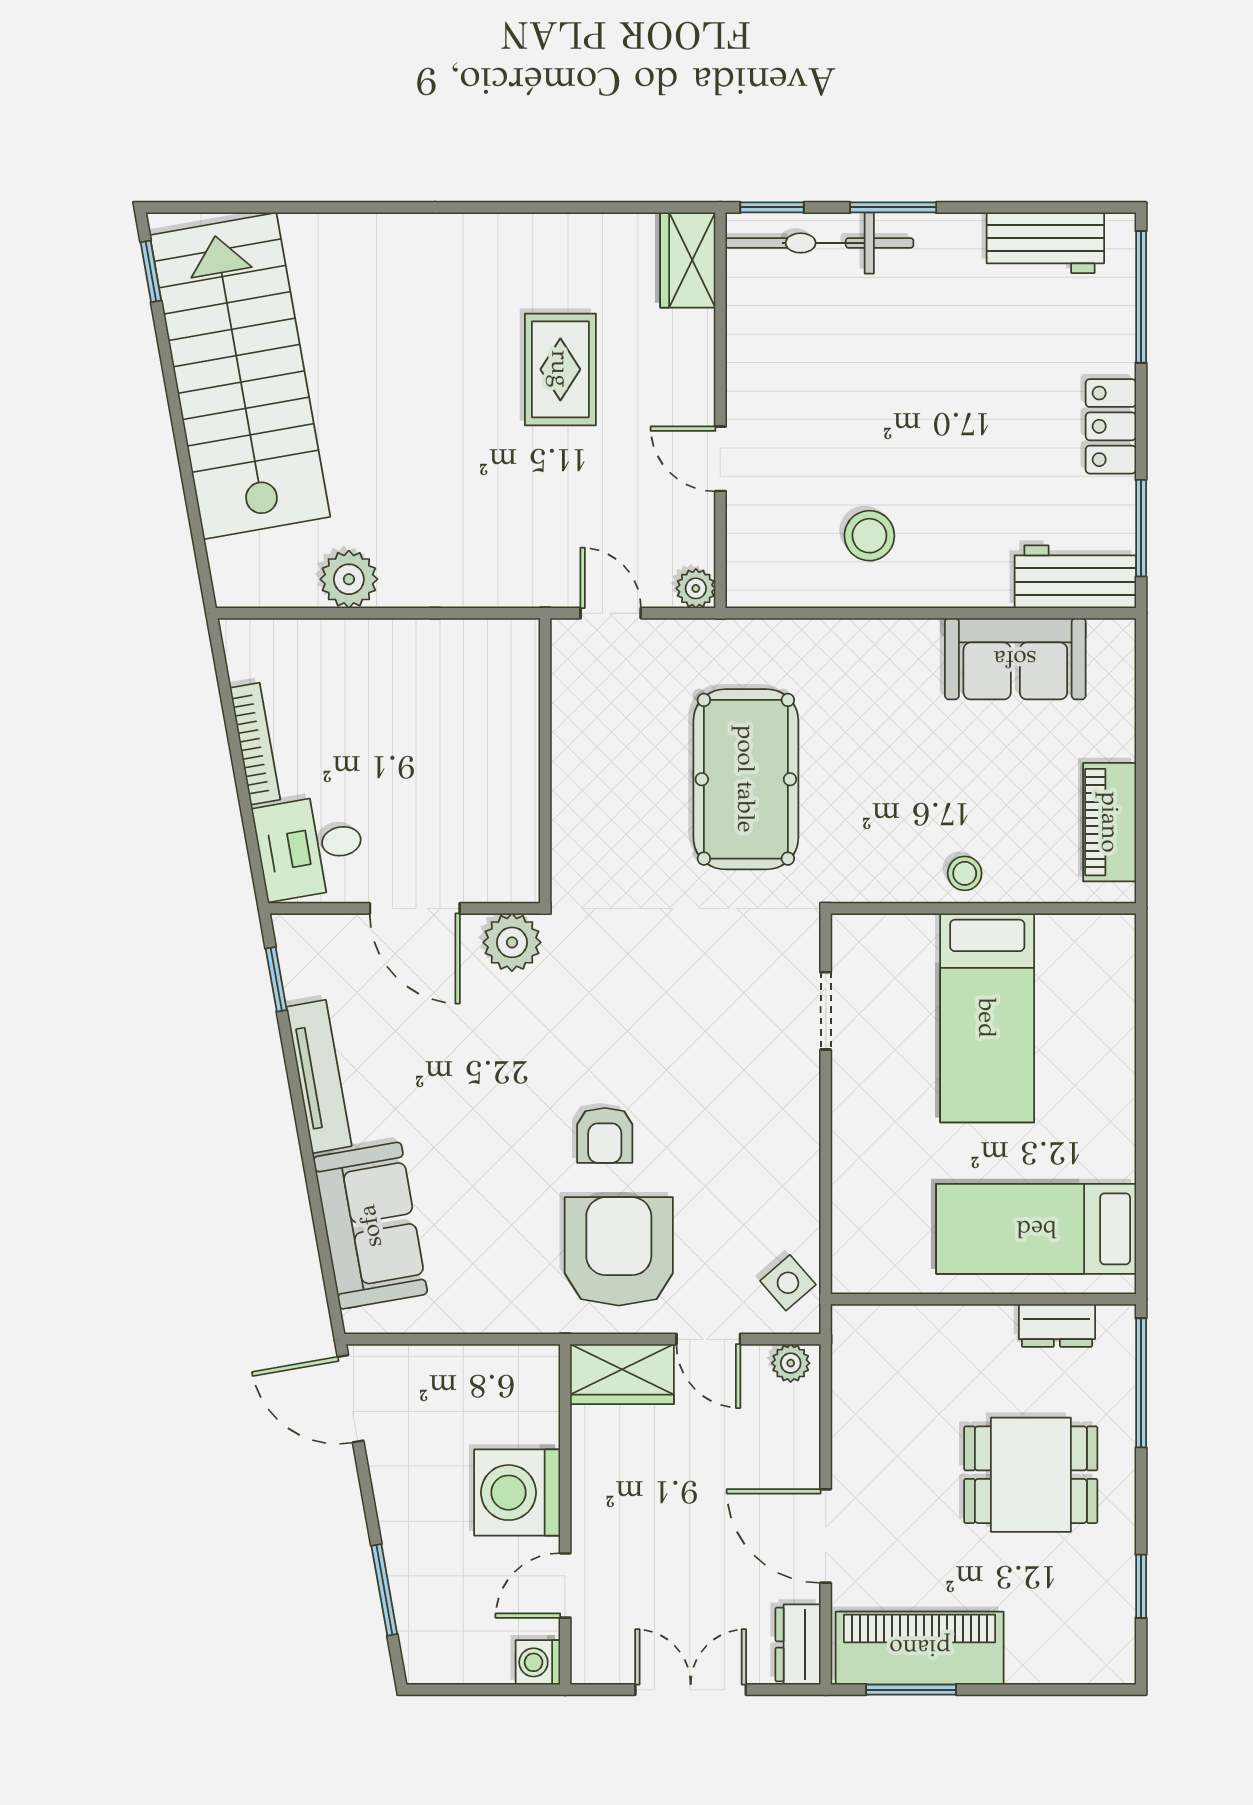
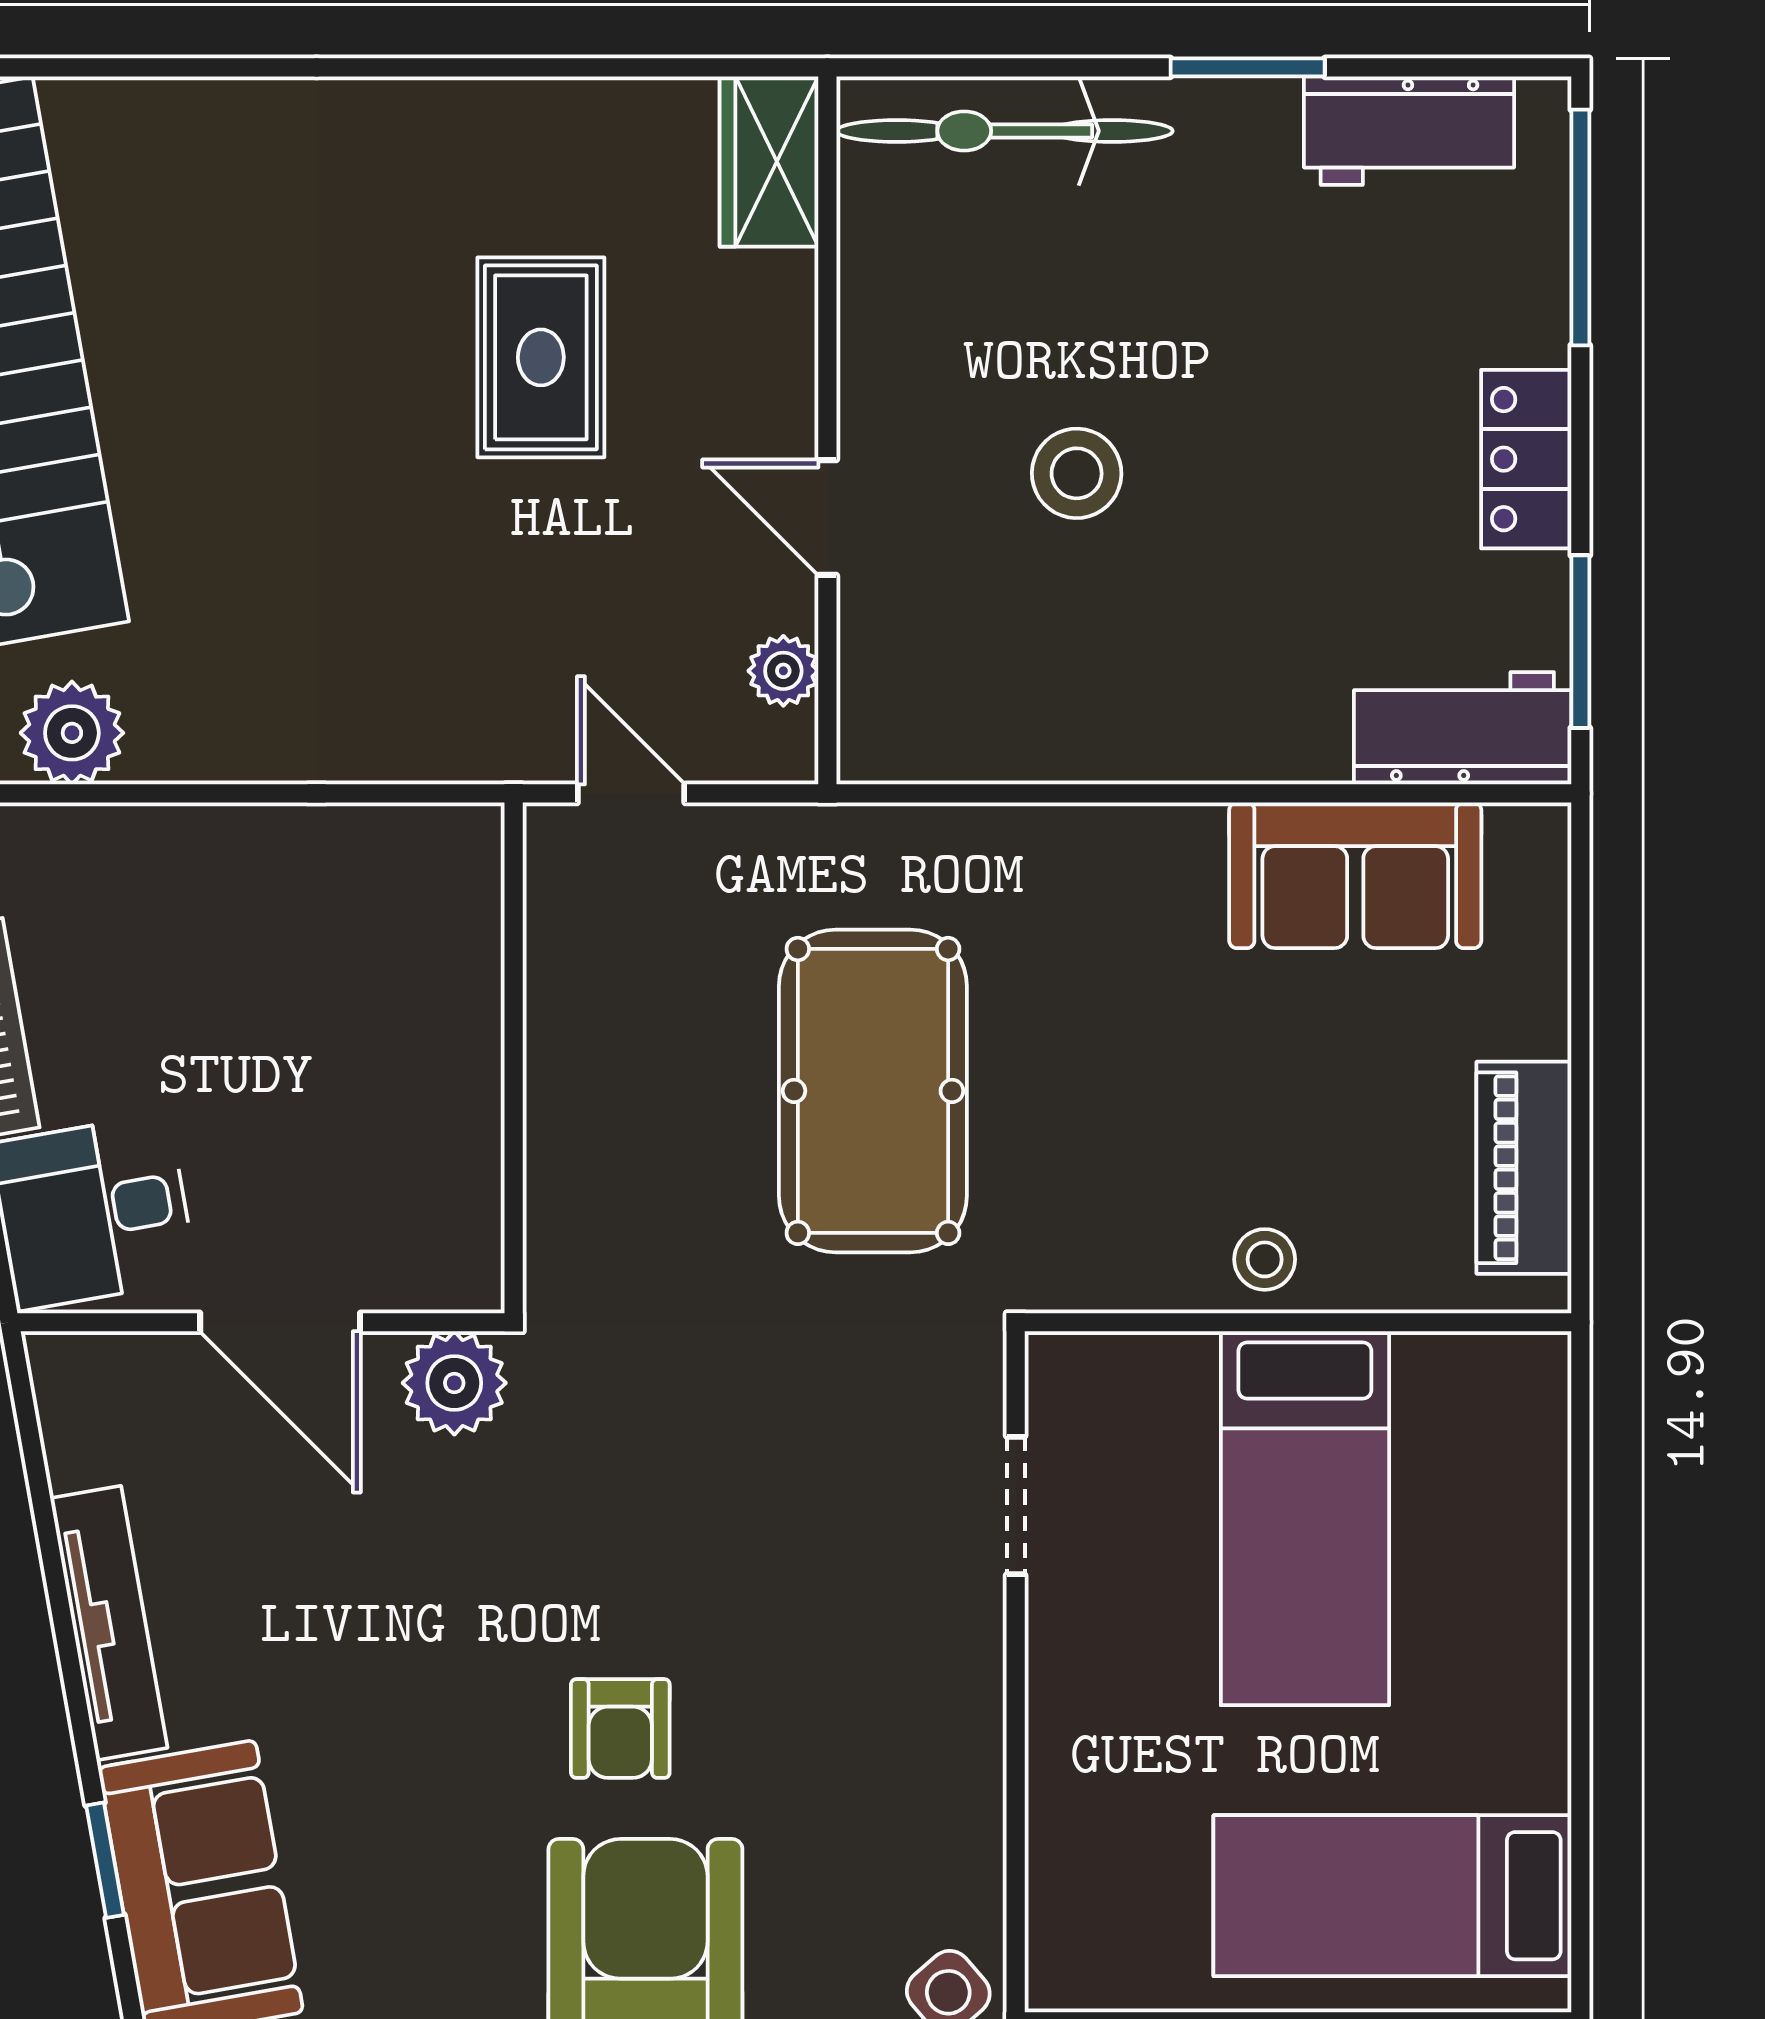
window: (772, 207) -> (920, 67), removed
window: (893, 207) -> (1248, 67), moved
stool: (869, 536) -> (1077, 473), moved
plant: (349, 579) -> (72, 733), moved
plant: (696, 588) -> (783, 671), moved
window: (276, 979) -> (105, 1860), moved

